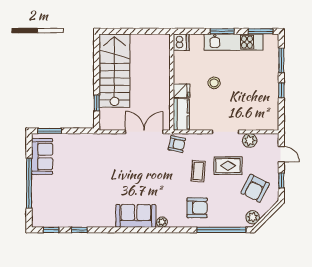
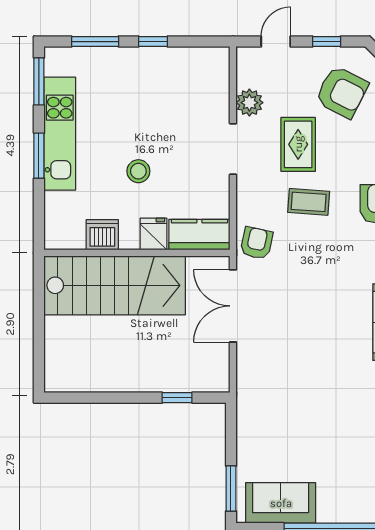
dishwasher: (181, 42) -> (102, 235), moved
stairs: (115, 71) -> (115, 285), moved, turned 180

